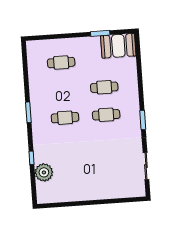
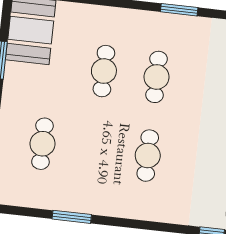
window: (28, 112) -> (72, 217), moved

